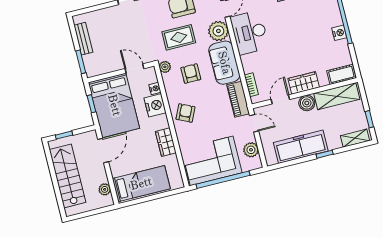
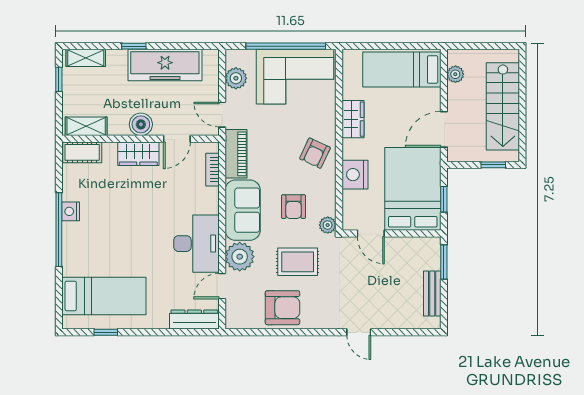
nightstand: (155, 89) -> (349, 198), removed
shelving: (337, 96) -> (86, 126), width x0.67, depth x0.75

